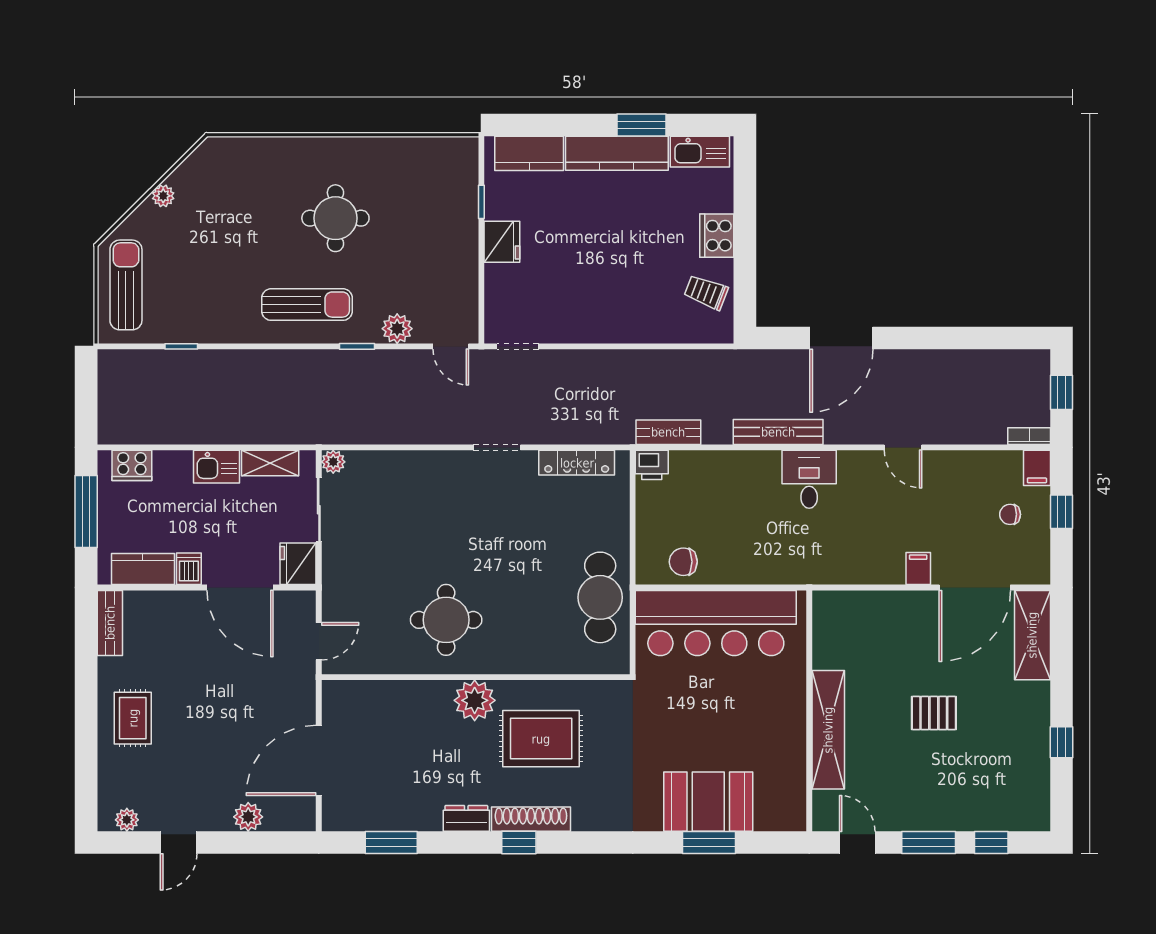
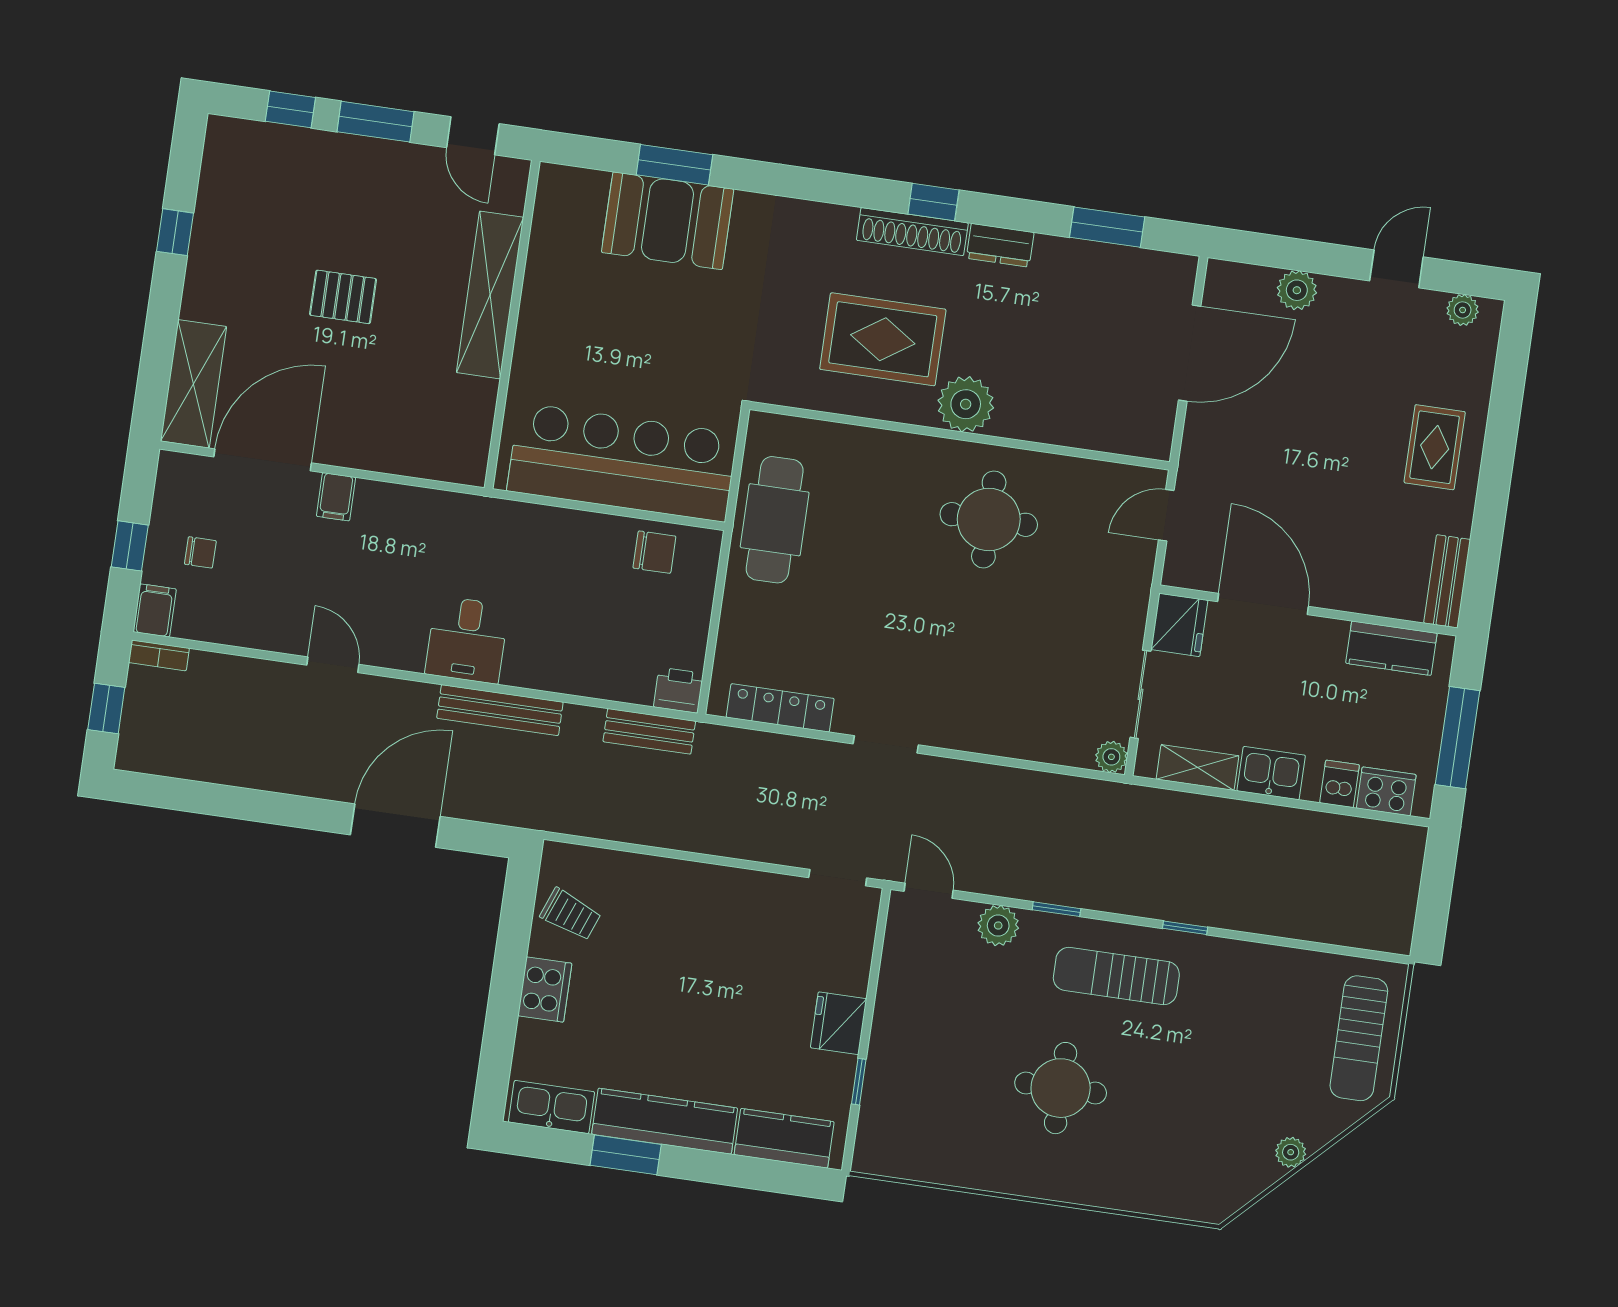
window: (181, 346) -> (1185, 928), moved
dishwasher: (189, 569) -> (1340, 784), moved, turned 180

